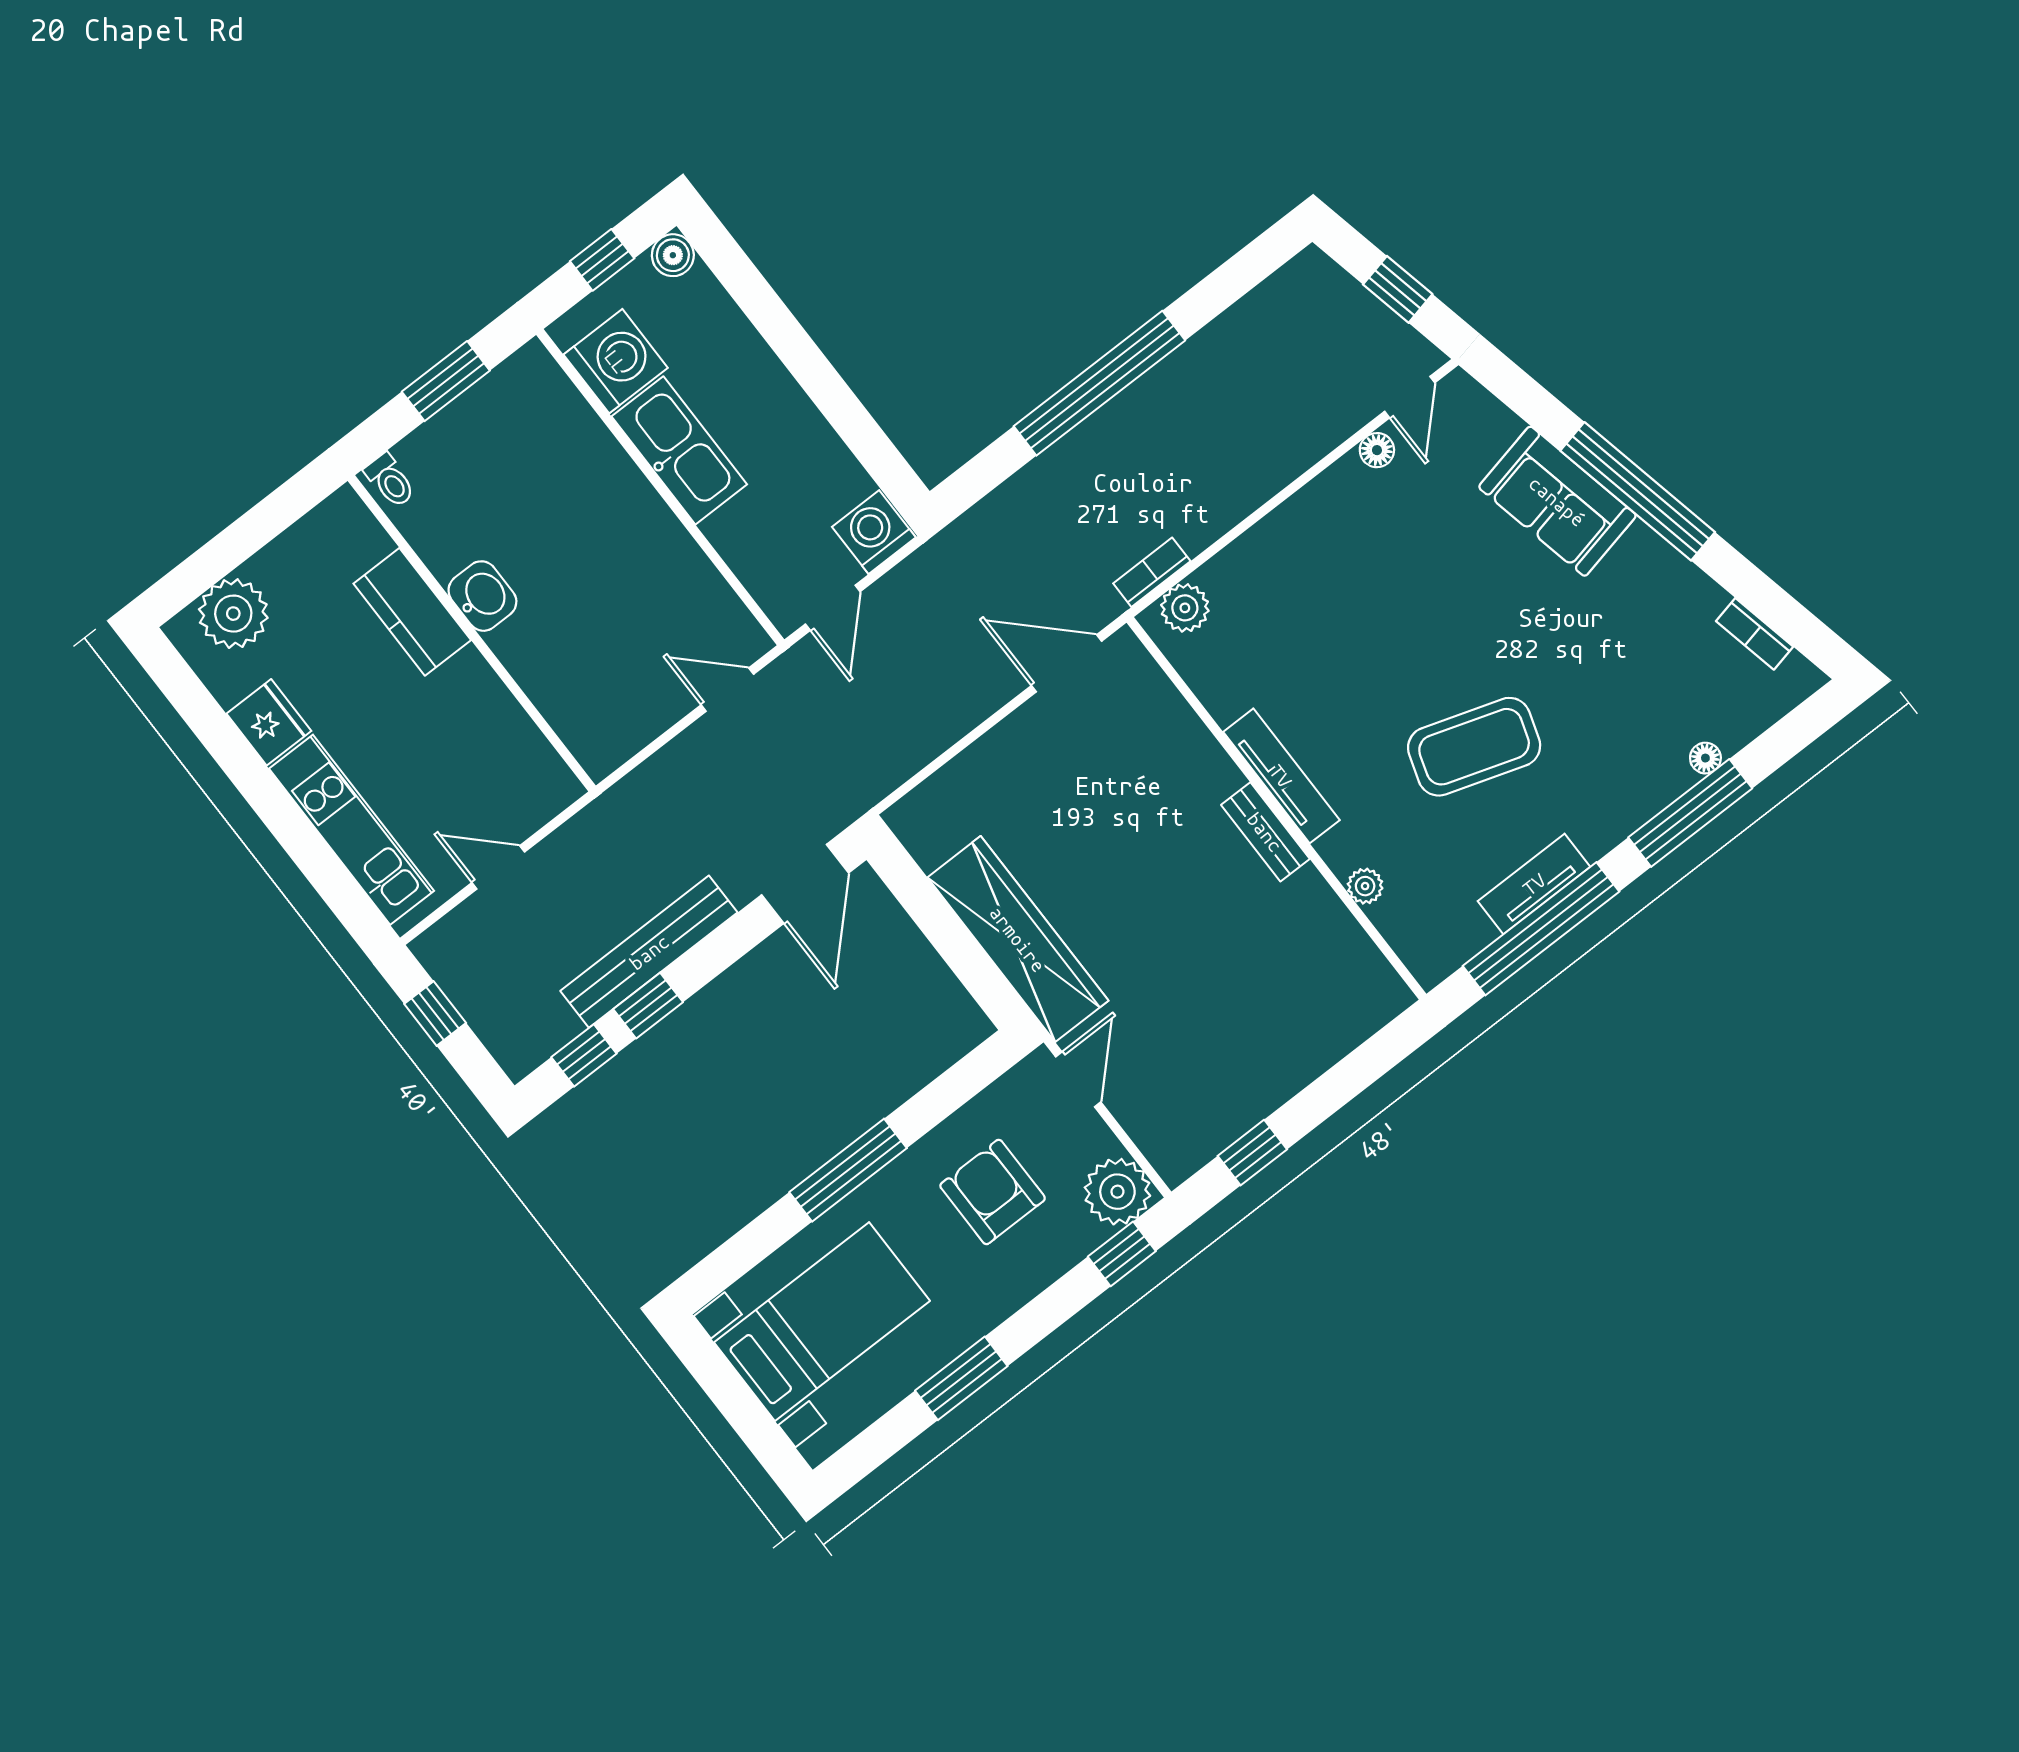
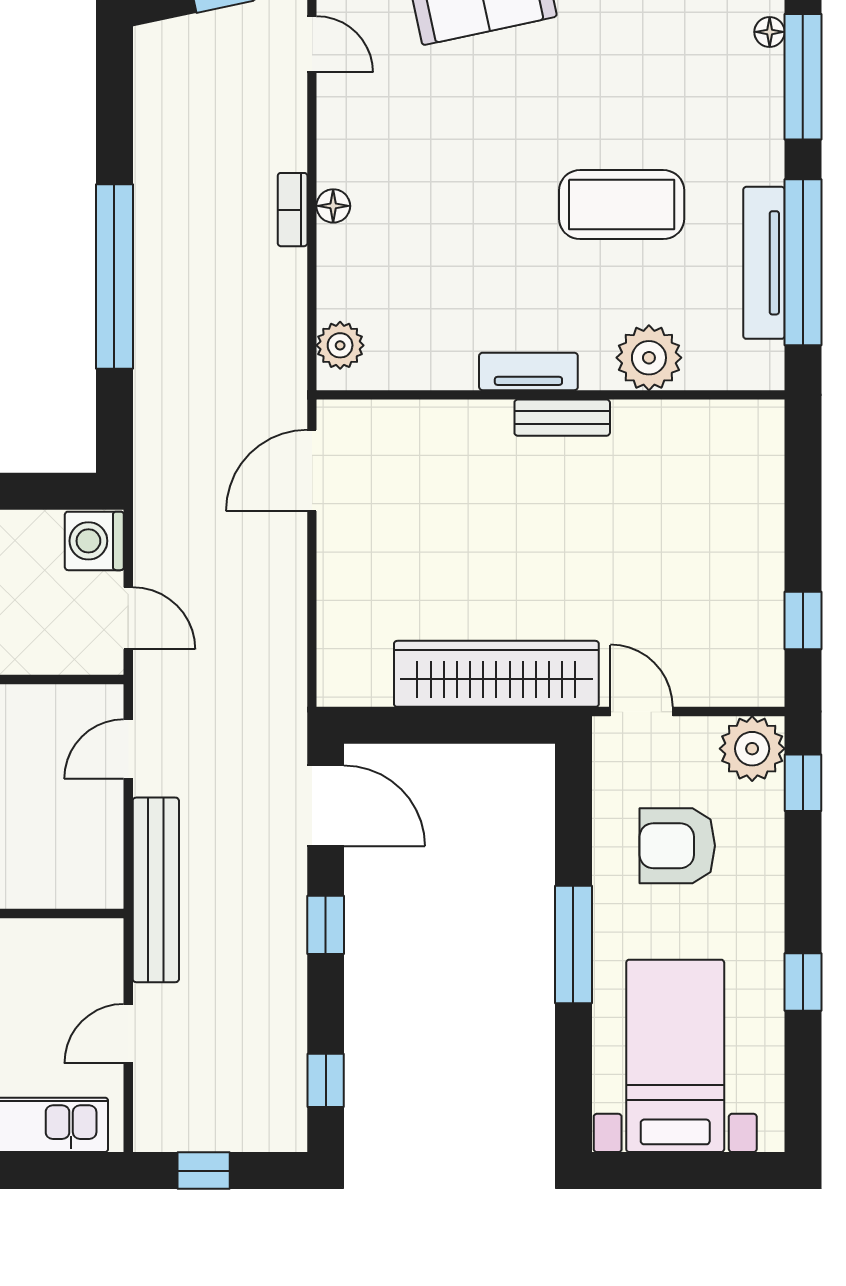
floor lamp: (1377, 450) -> (333, 206), moved
bookcase: (1152, 572) -> (293, 210), moved
coffee table: (1474, 747) -> (622, 205), turned 72
tv unit: (1281, 776) -> (528, 371), width x0.71
tv unit: (1534, 884) -> (764, 263), width x1.41
plant: (1365, 886) -> (649, 358), width x1.88, depth x1.88
bench: (649, 952) -> (156, 890), moved
window: (648, 1006) -> (326, 925), moved
window: (961, 1378) -> (803, 982), width x0.67

